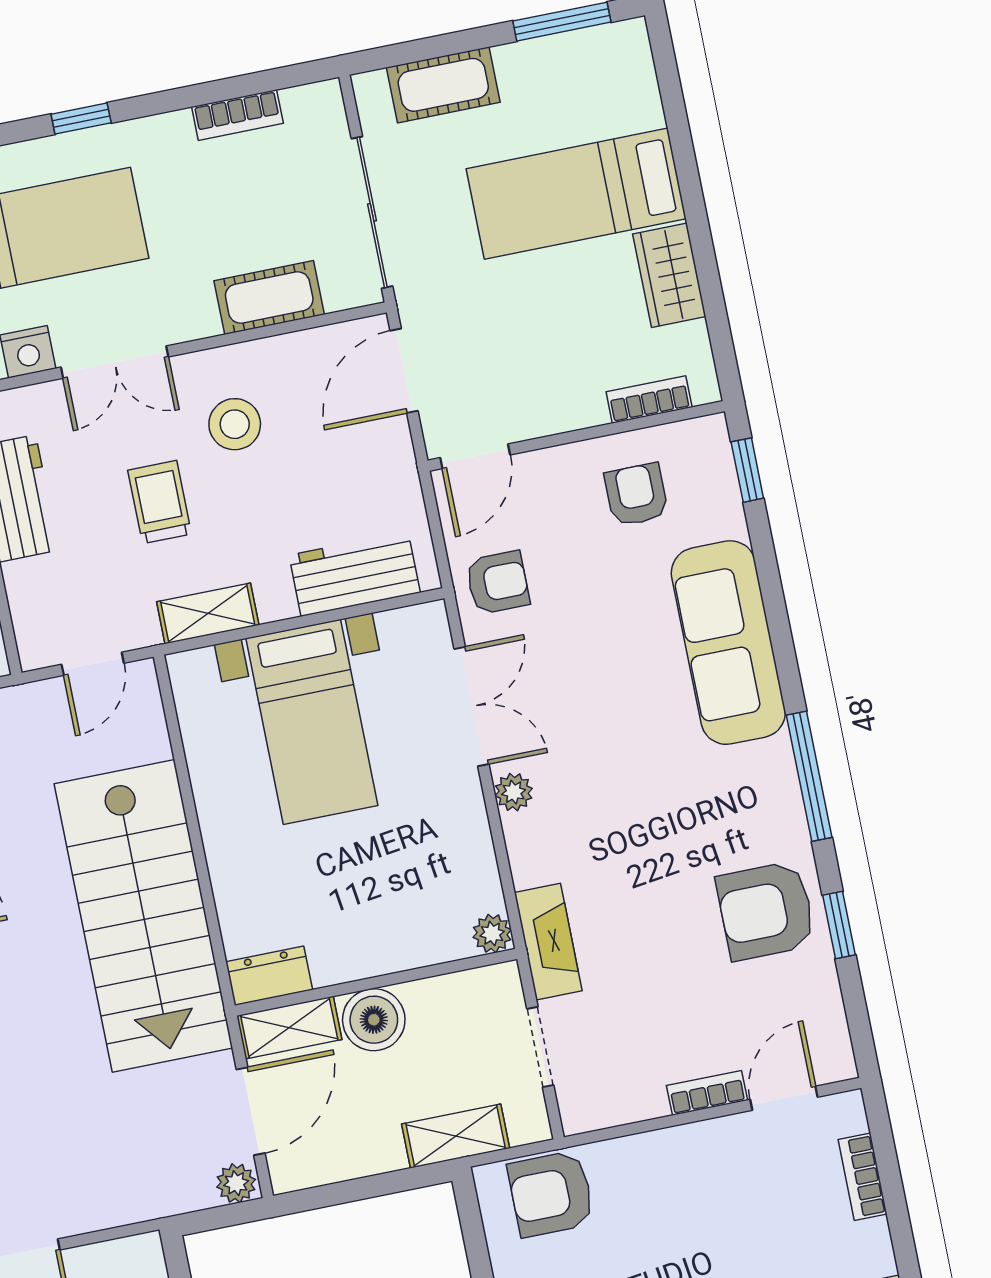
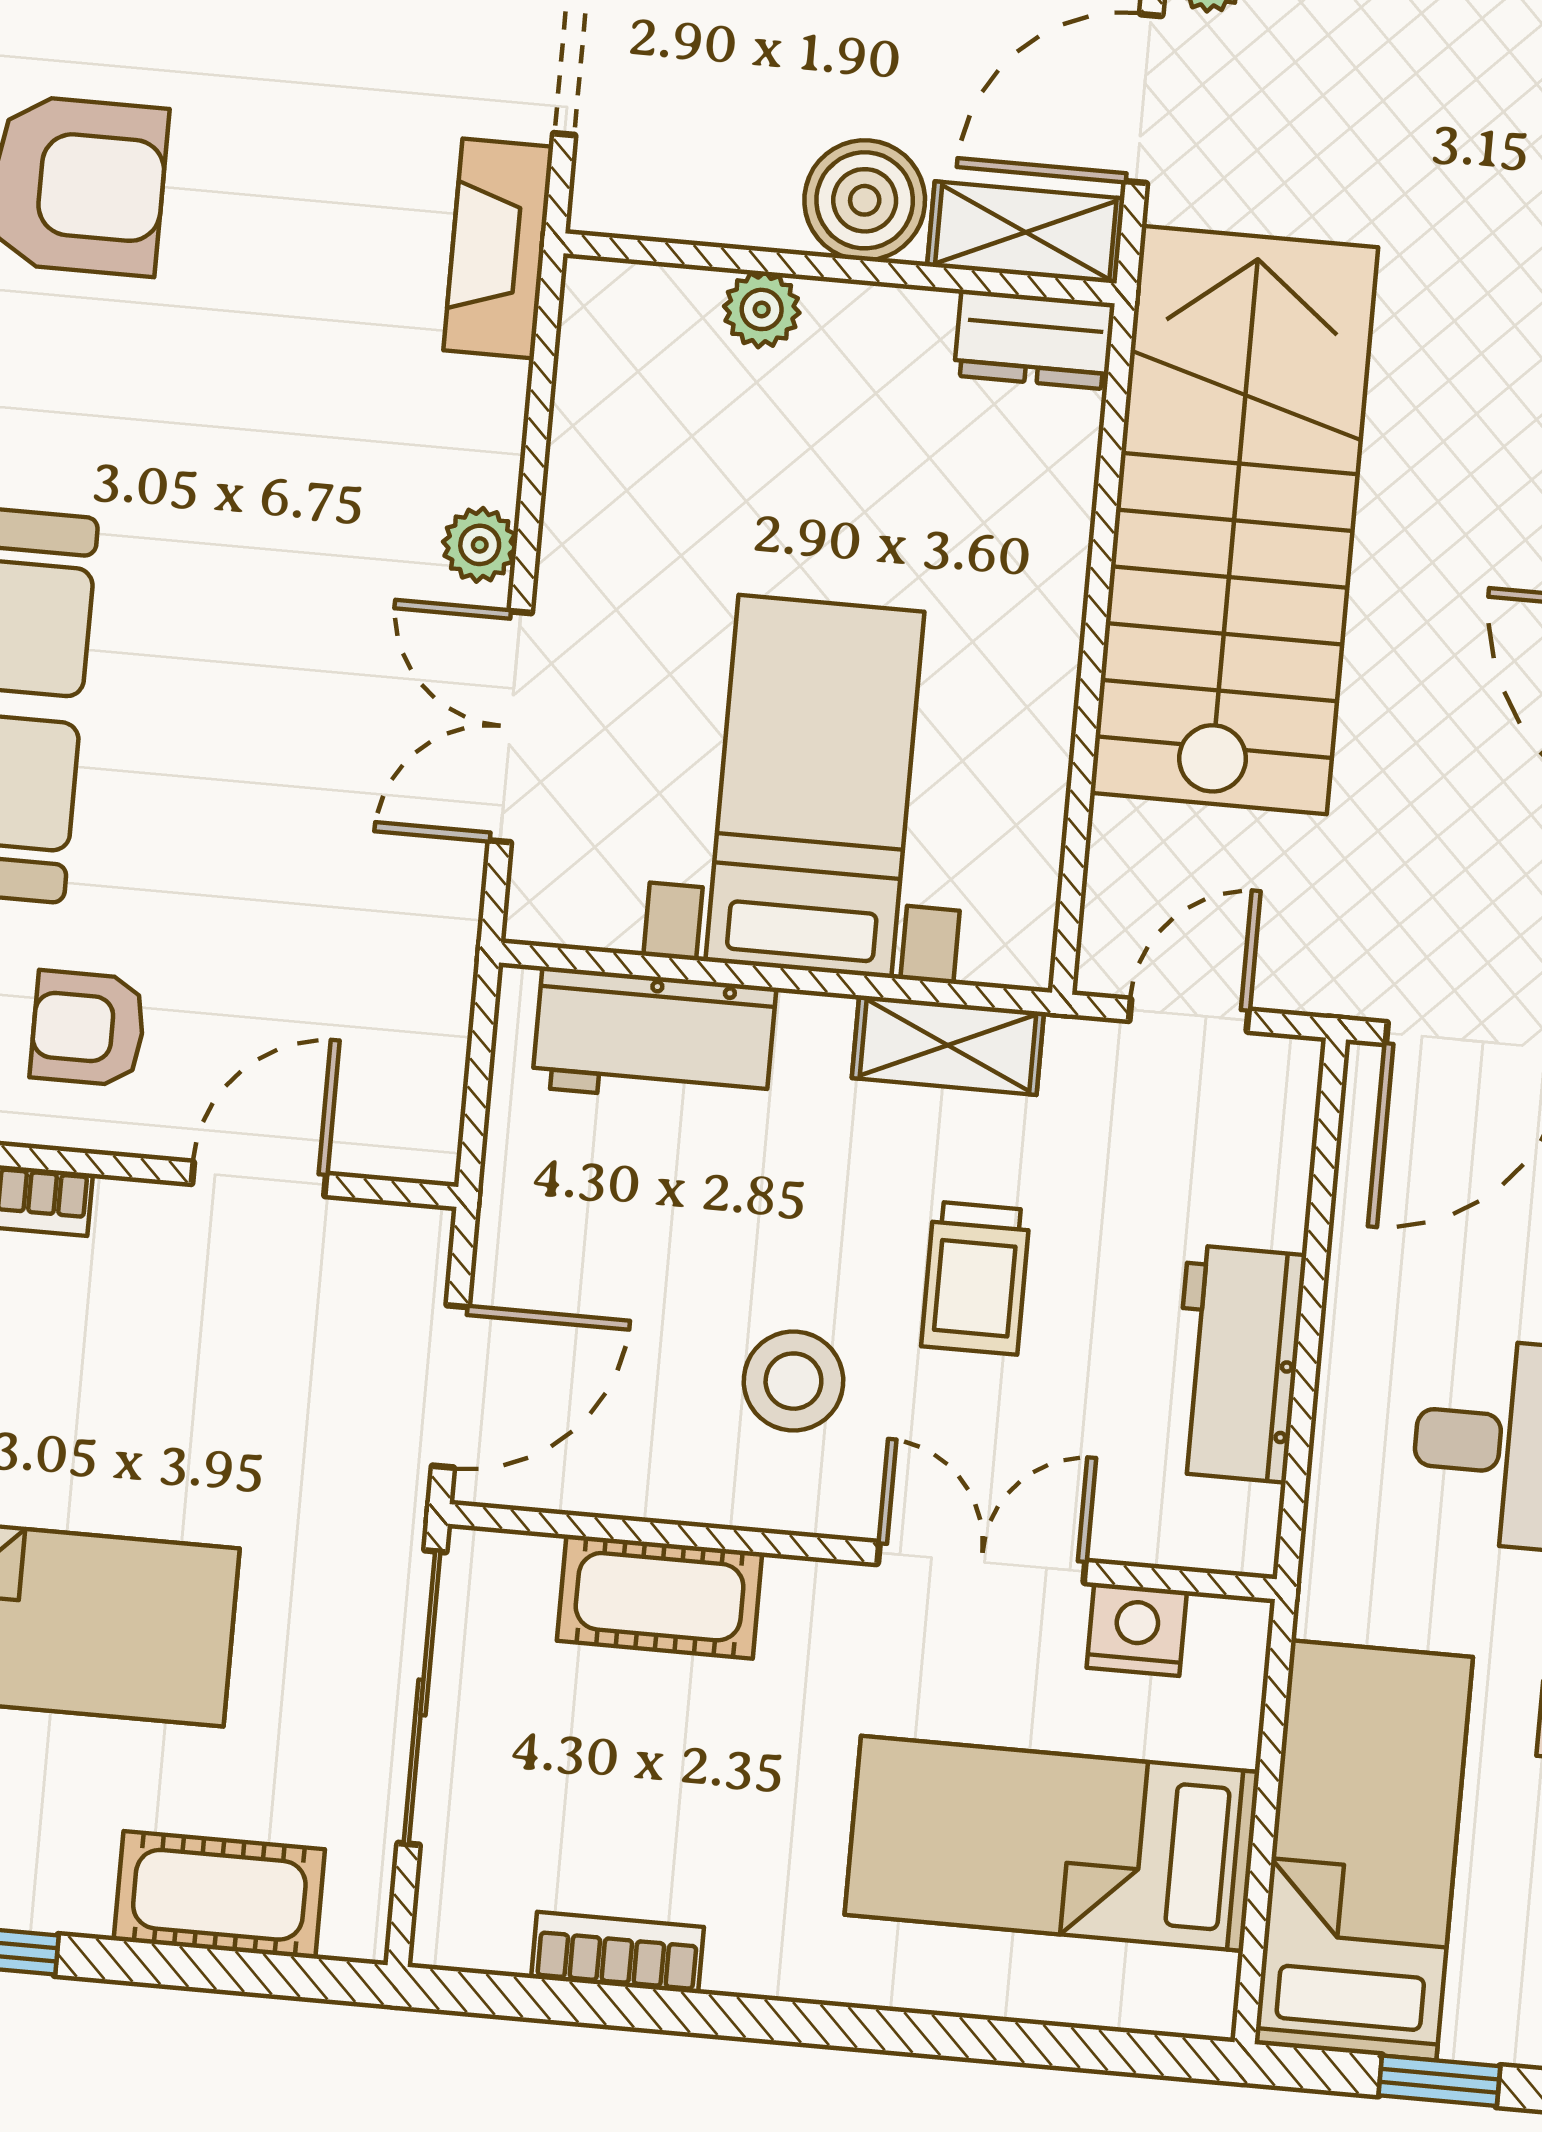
window: (81, 118) -> (909, 2033), removed
door: (475, 456) -> (259, 1179), moved
armchair: (636, 495) -> (88, 1028), turned 90
armchair: (498, 583) -> (394, 942), removed
plant: (492, 934) -> (762, 309), moved

